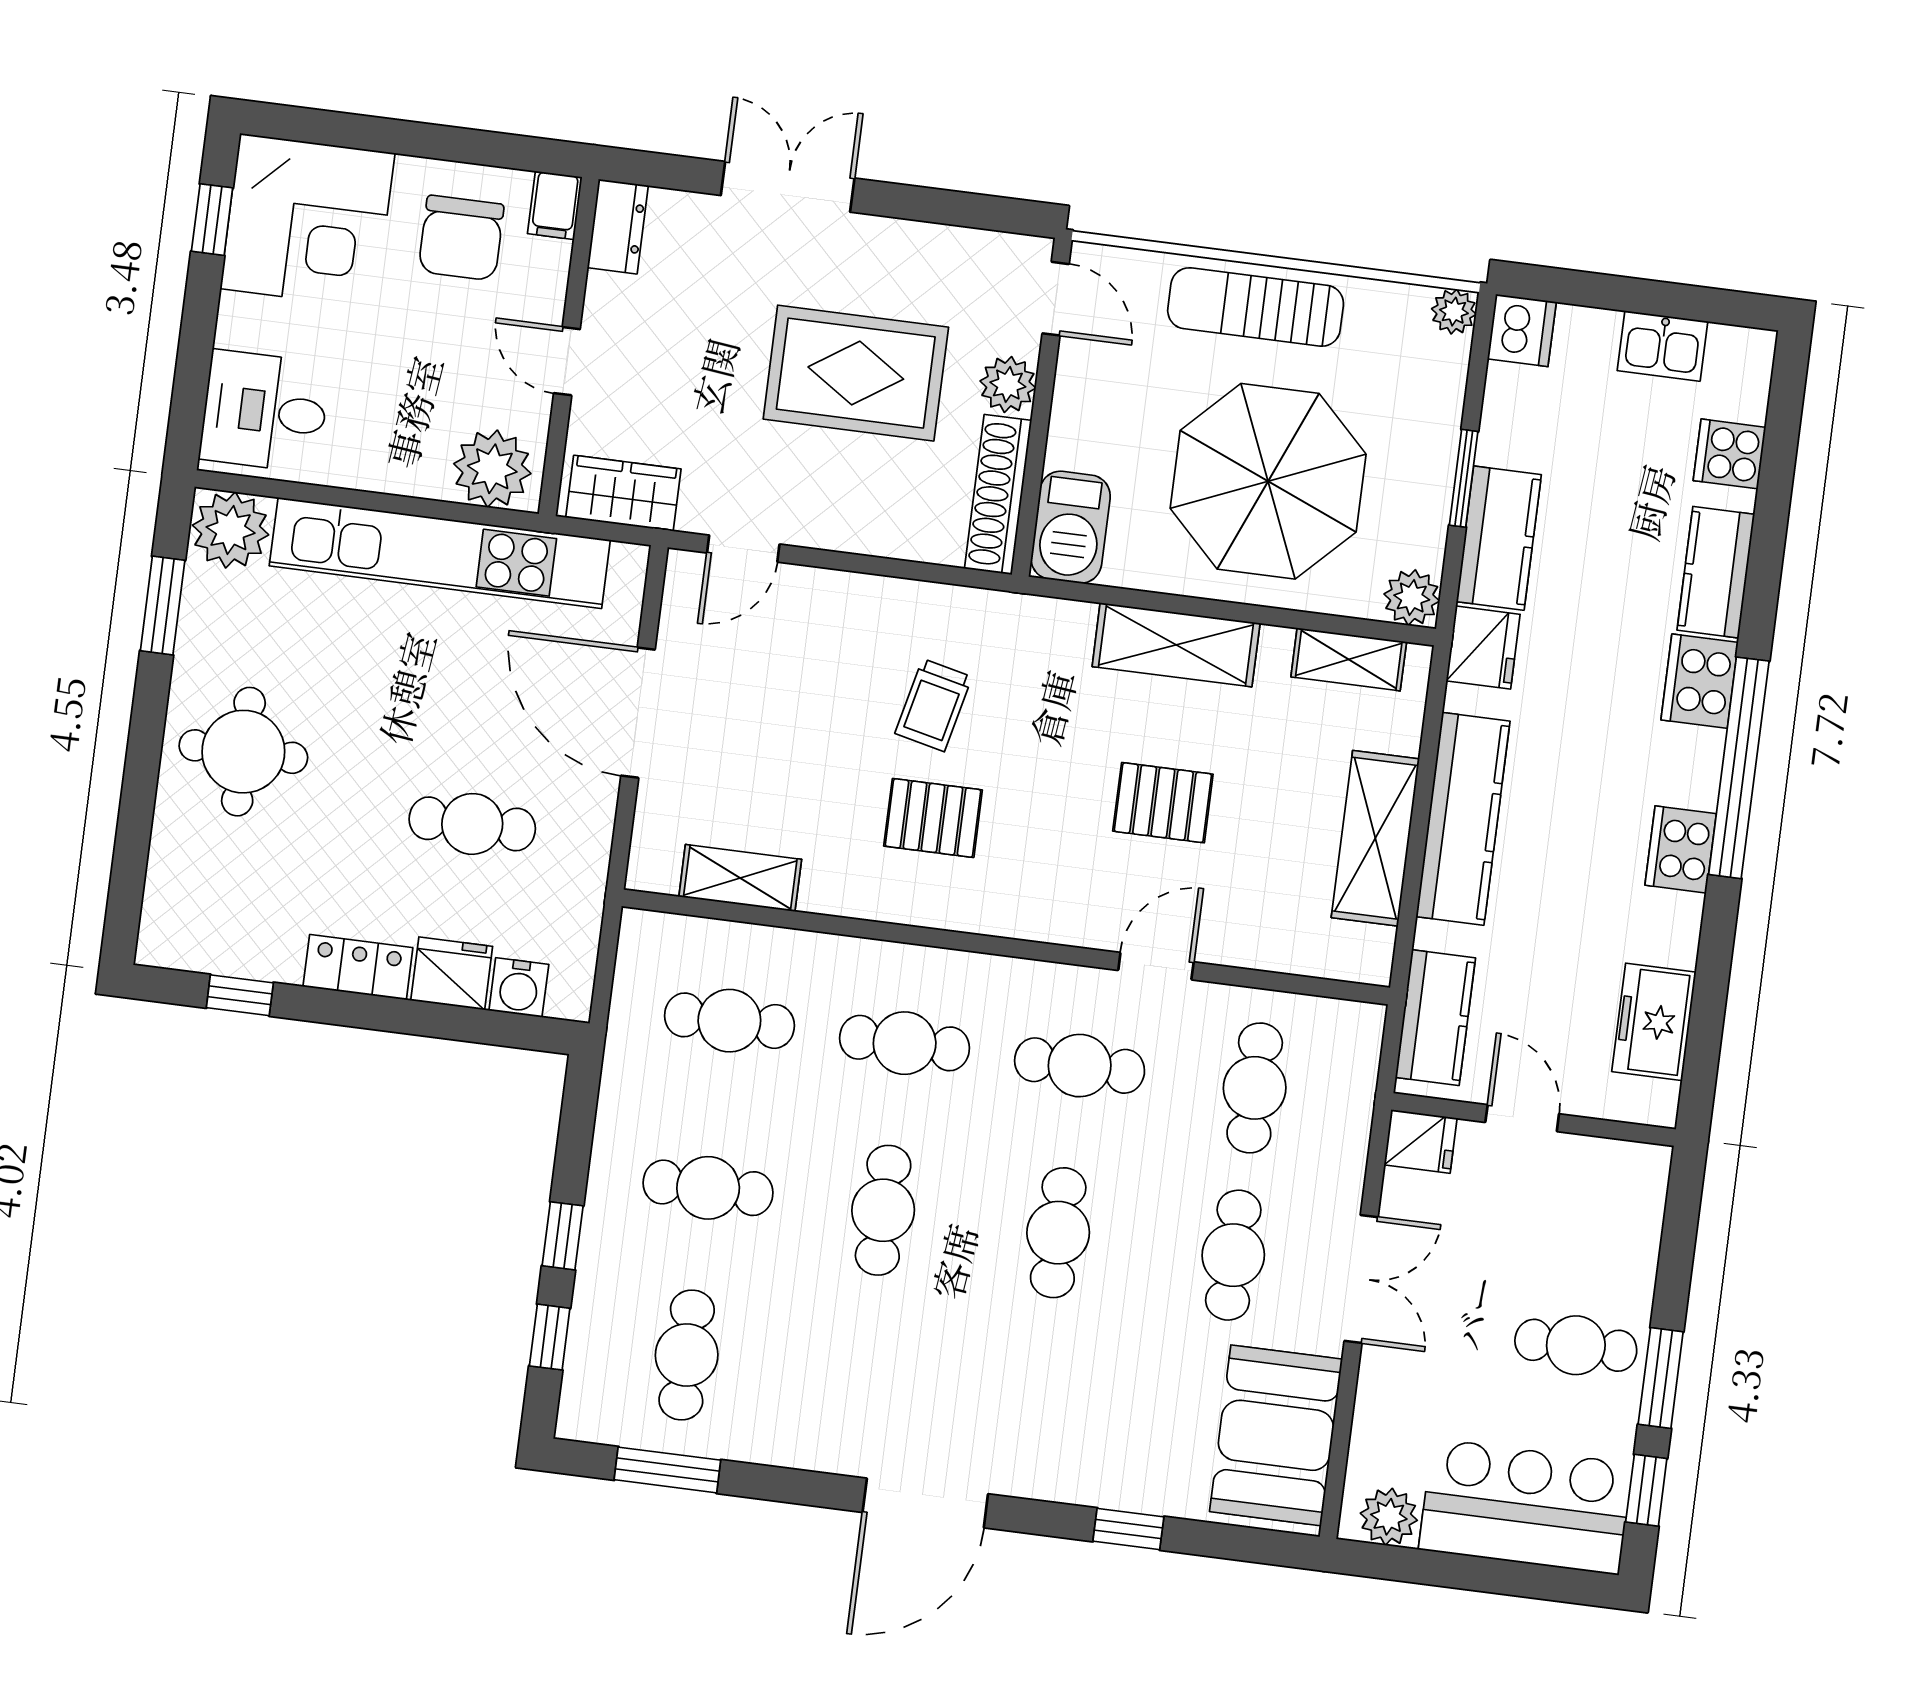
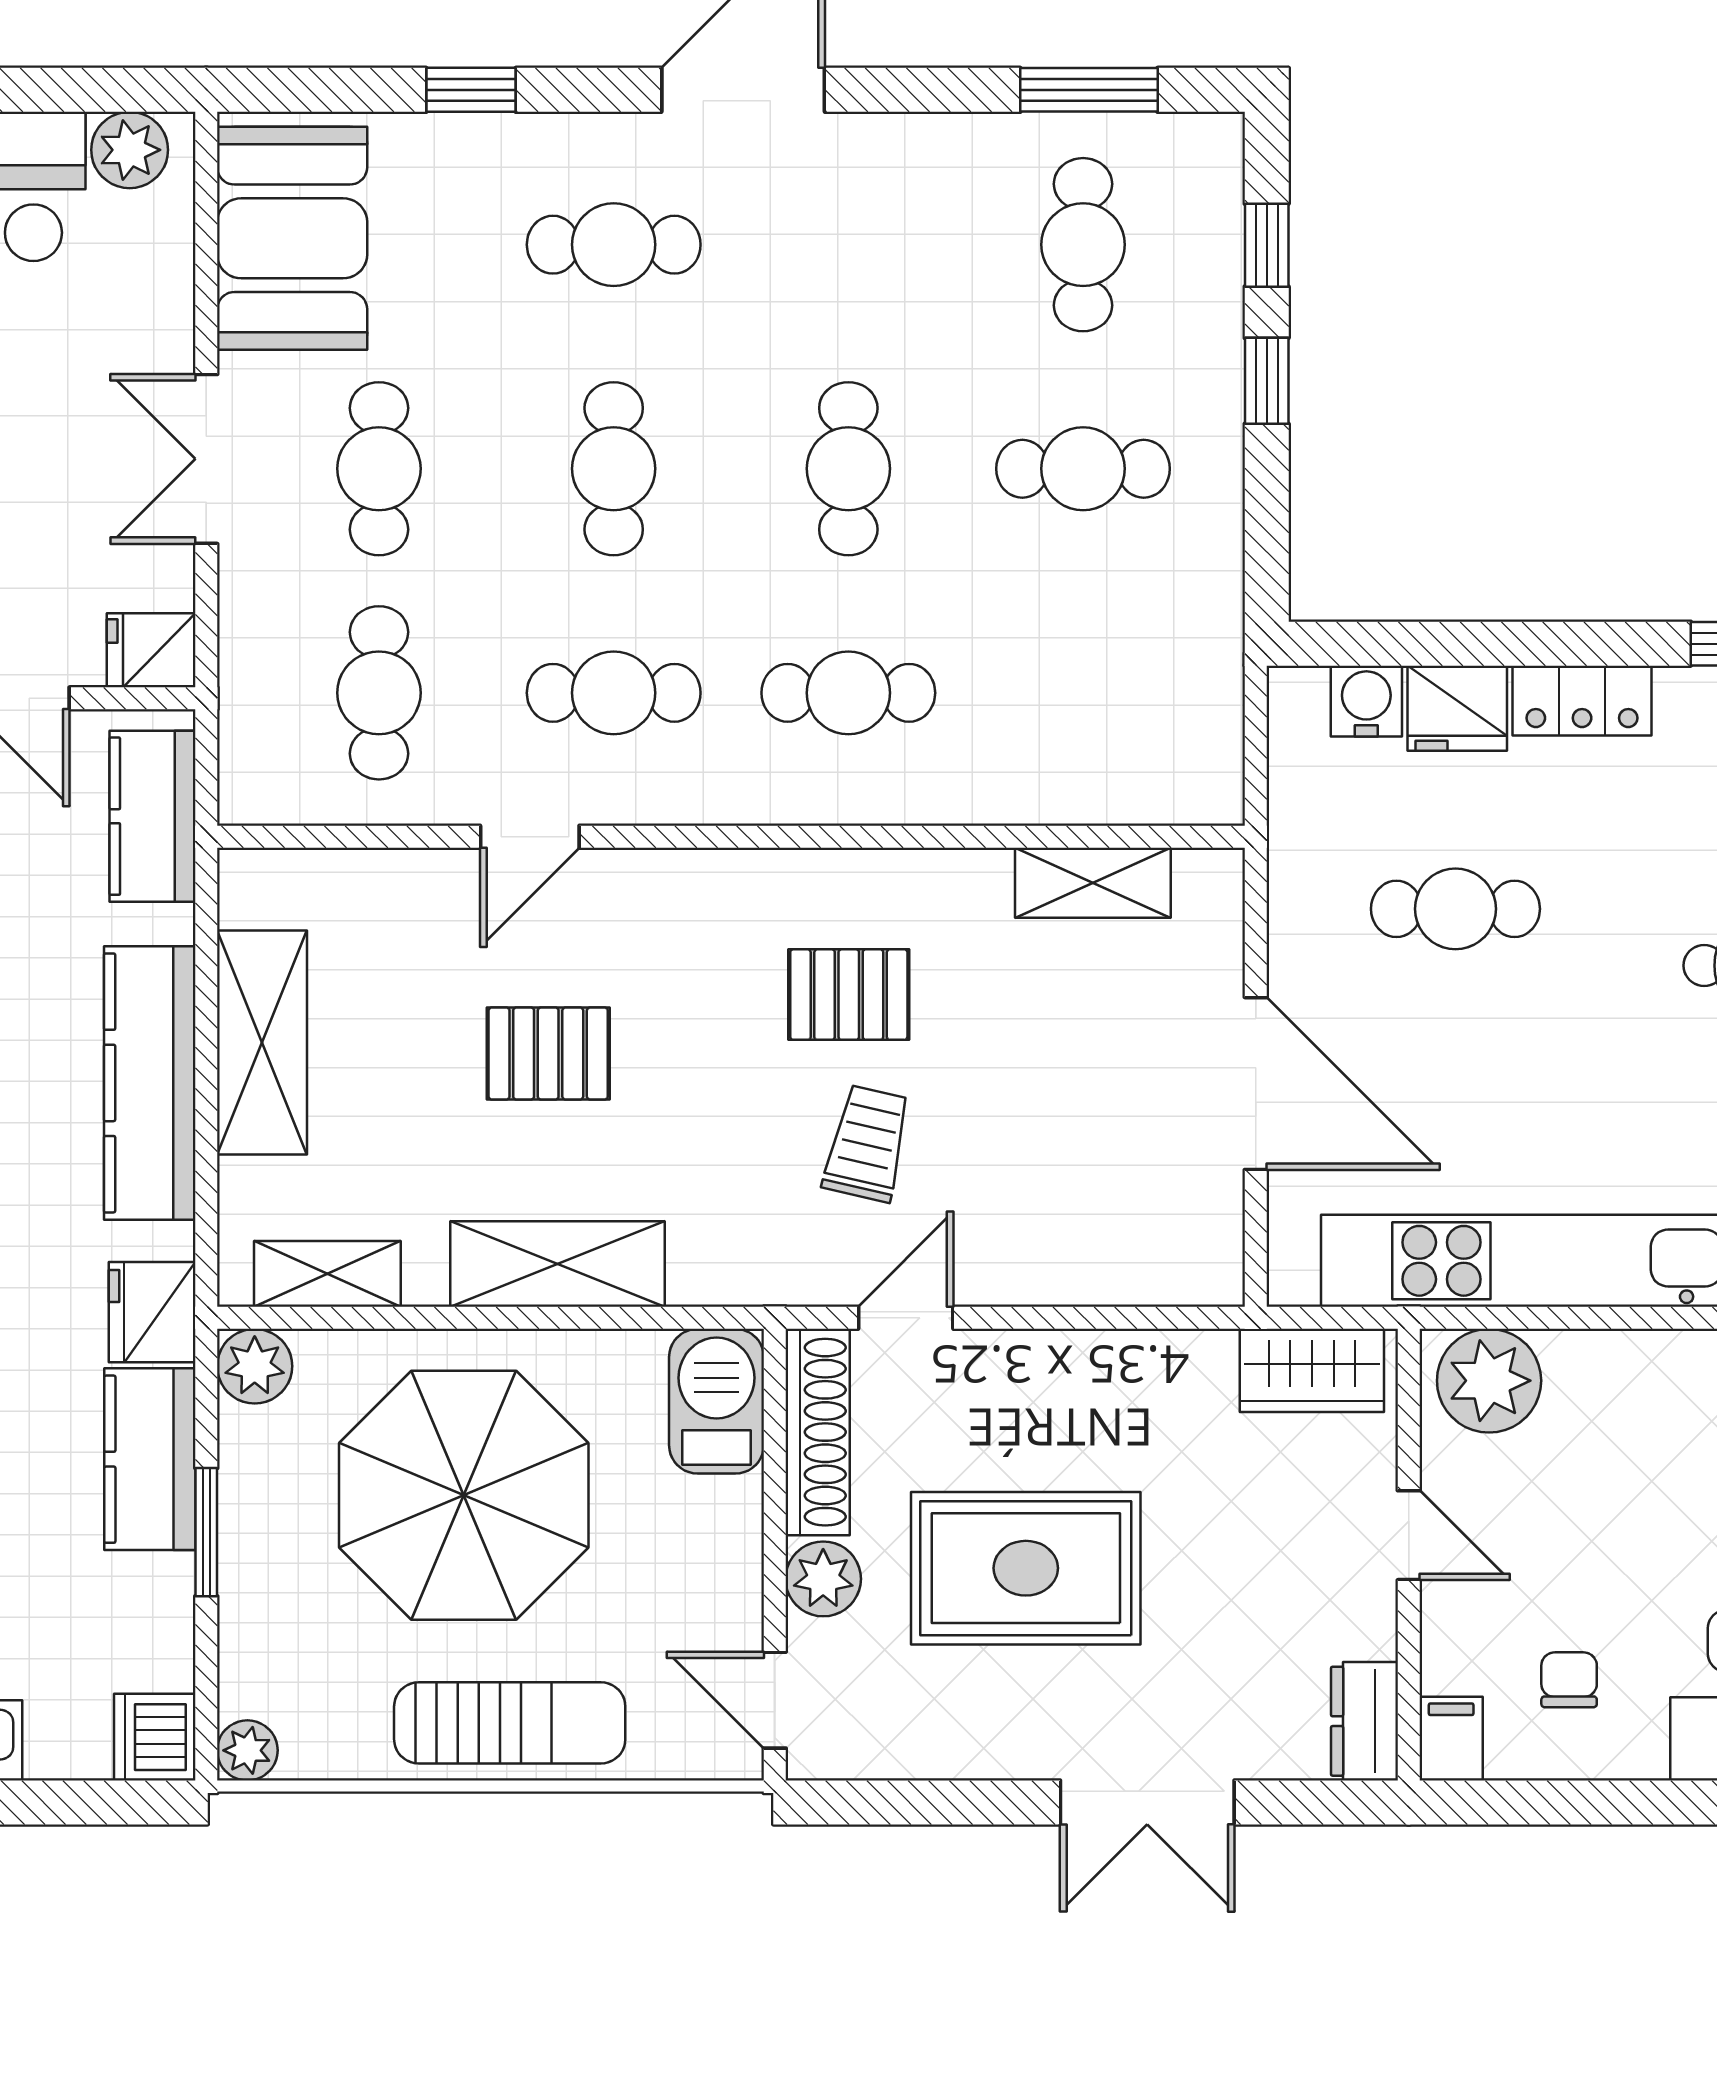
chair: (461, 238) -> (1569, 1680), width x0.54, depth x0.54
door: (743, 549) -> (906, 1318), moved
cafe table: (729, 1021) -> (614, 245), moved

